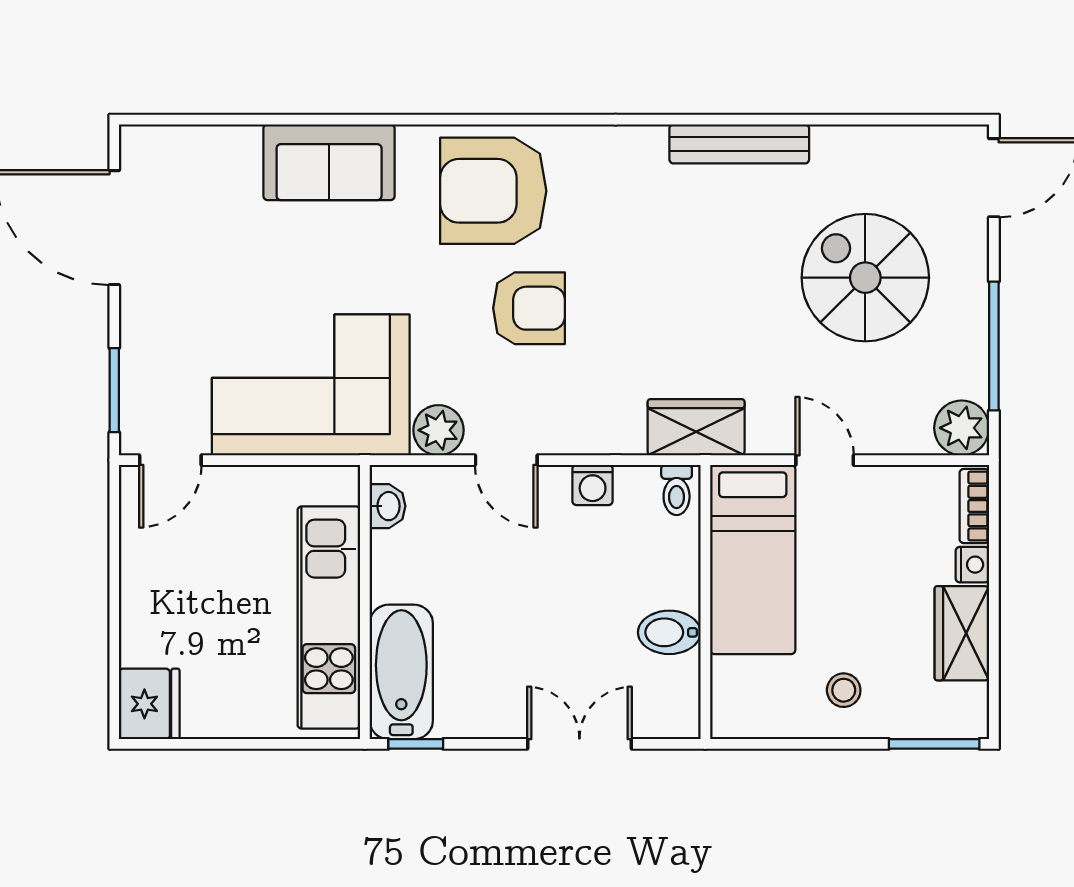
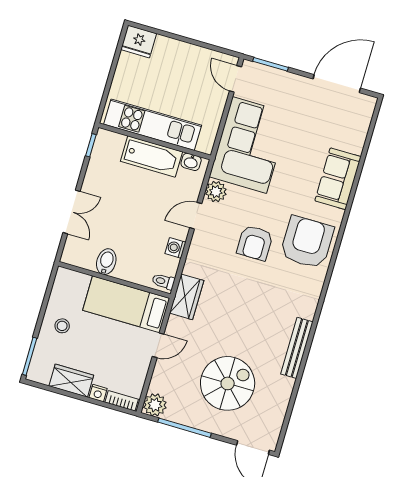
bathtub: (401, 672) -> (152, 156), moved

